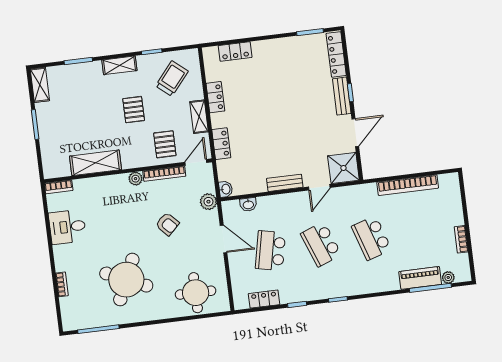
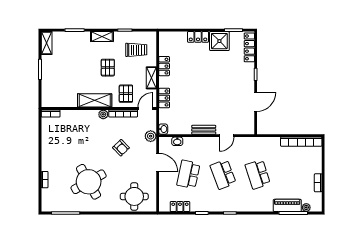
locker: (235, 51) -> (198, 37), moved
trolley: (172, 78) -> (136, 50), turned 50
bench: (342, 96) -> (250, 76), removed
shelving: (96, 163) -> (95, 100), moved
shower: (343, 168) -> (219, 41), moved
bookcase: (408, 185) -> (301, 142), moved
desk: (67, 227) -> (53, 141), removed
round table: (126, 280) -> (89, 182), turned 37

